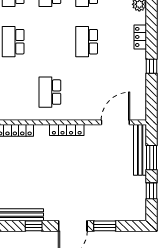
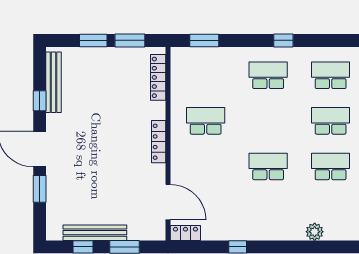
locker: (140, 37) -> (185, 233), moved
bench: (140, 150) -> (95, 233), moved

